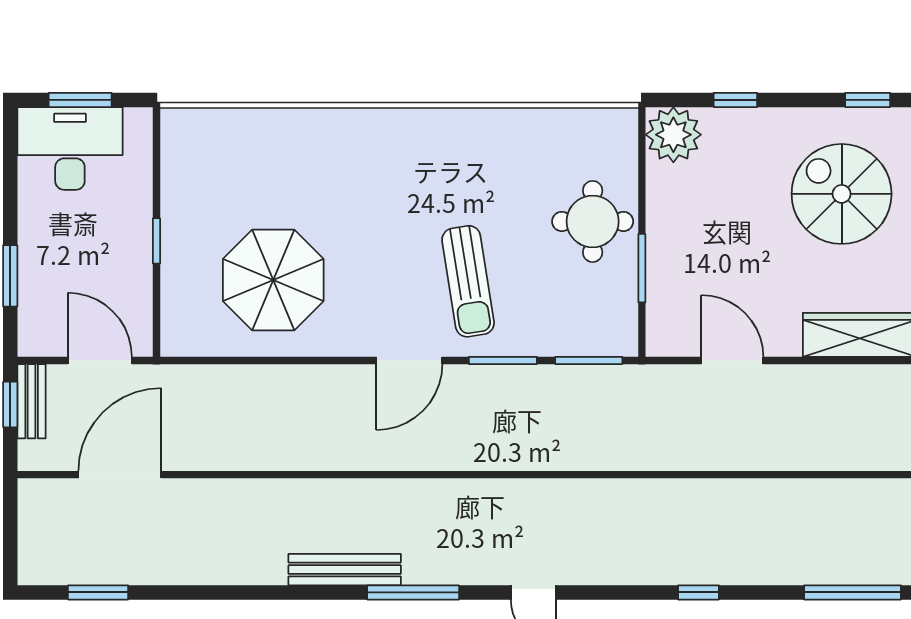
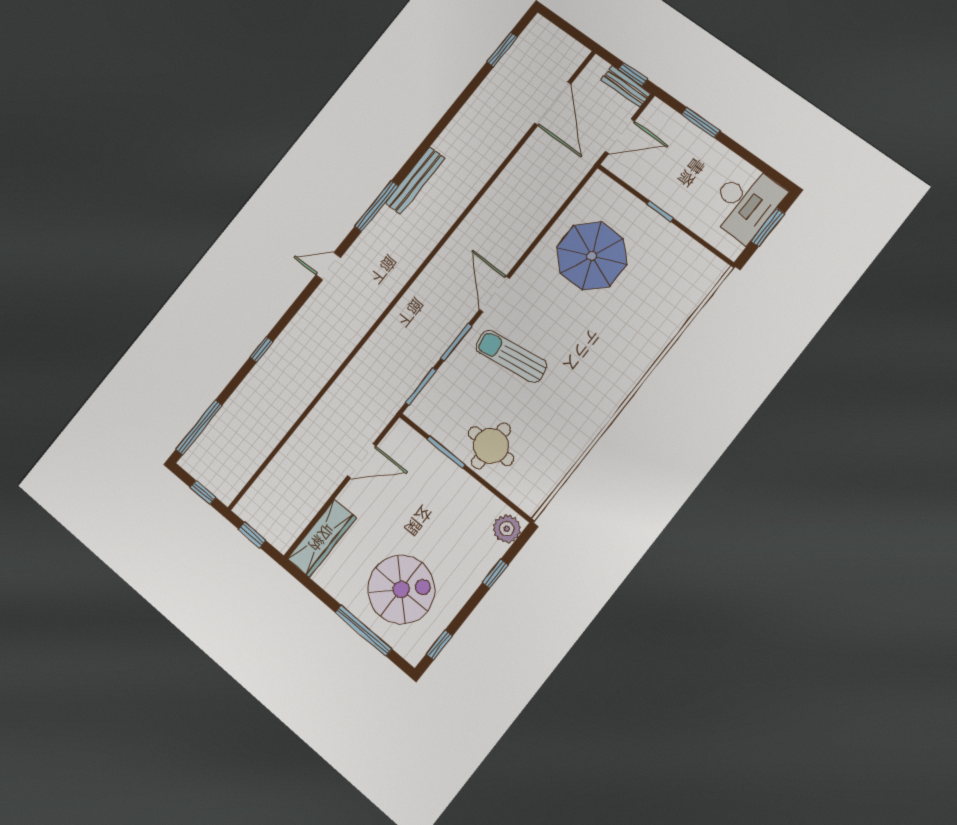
plant: (673, 135) -> (507, 529), width x0.73, depth x0.73

